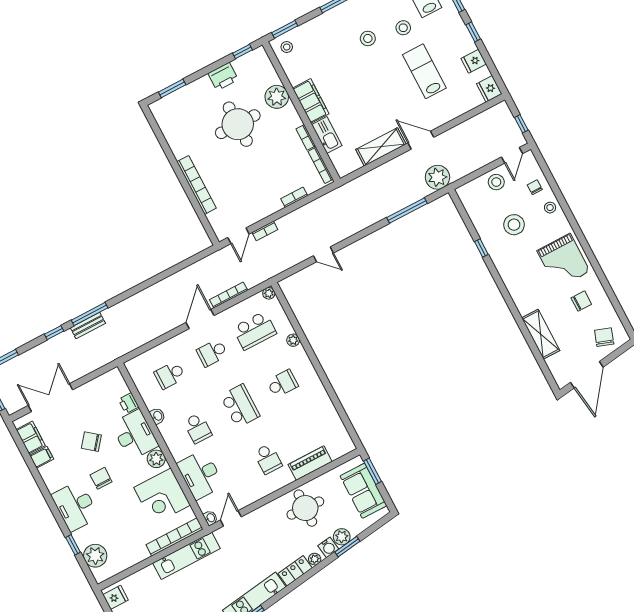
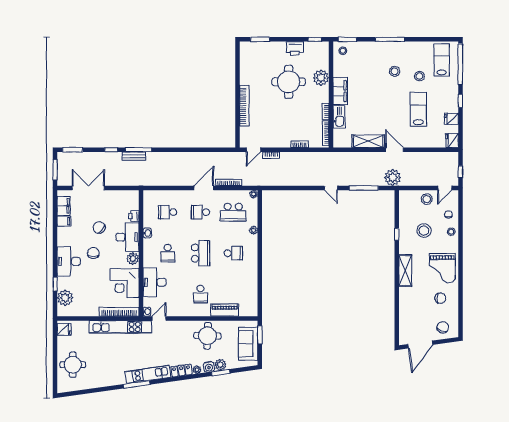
door: (323, 254) -> (331, 188), moved
shelving: (541, 334) -> (405, 271), moved
kitchen unit: (186, 556) -> (120, 327), width x1.36

